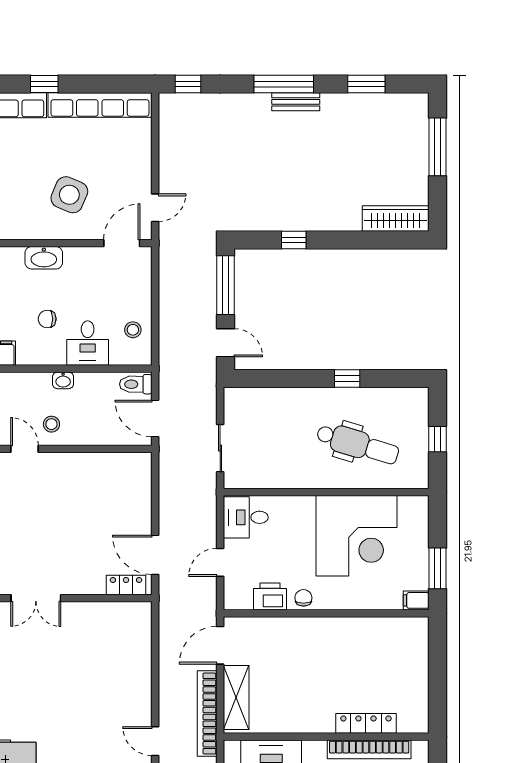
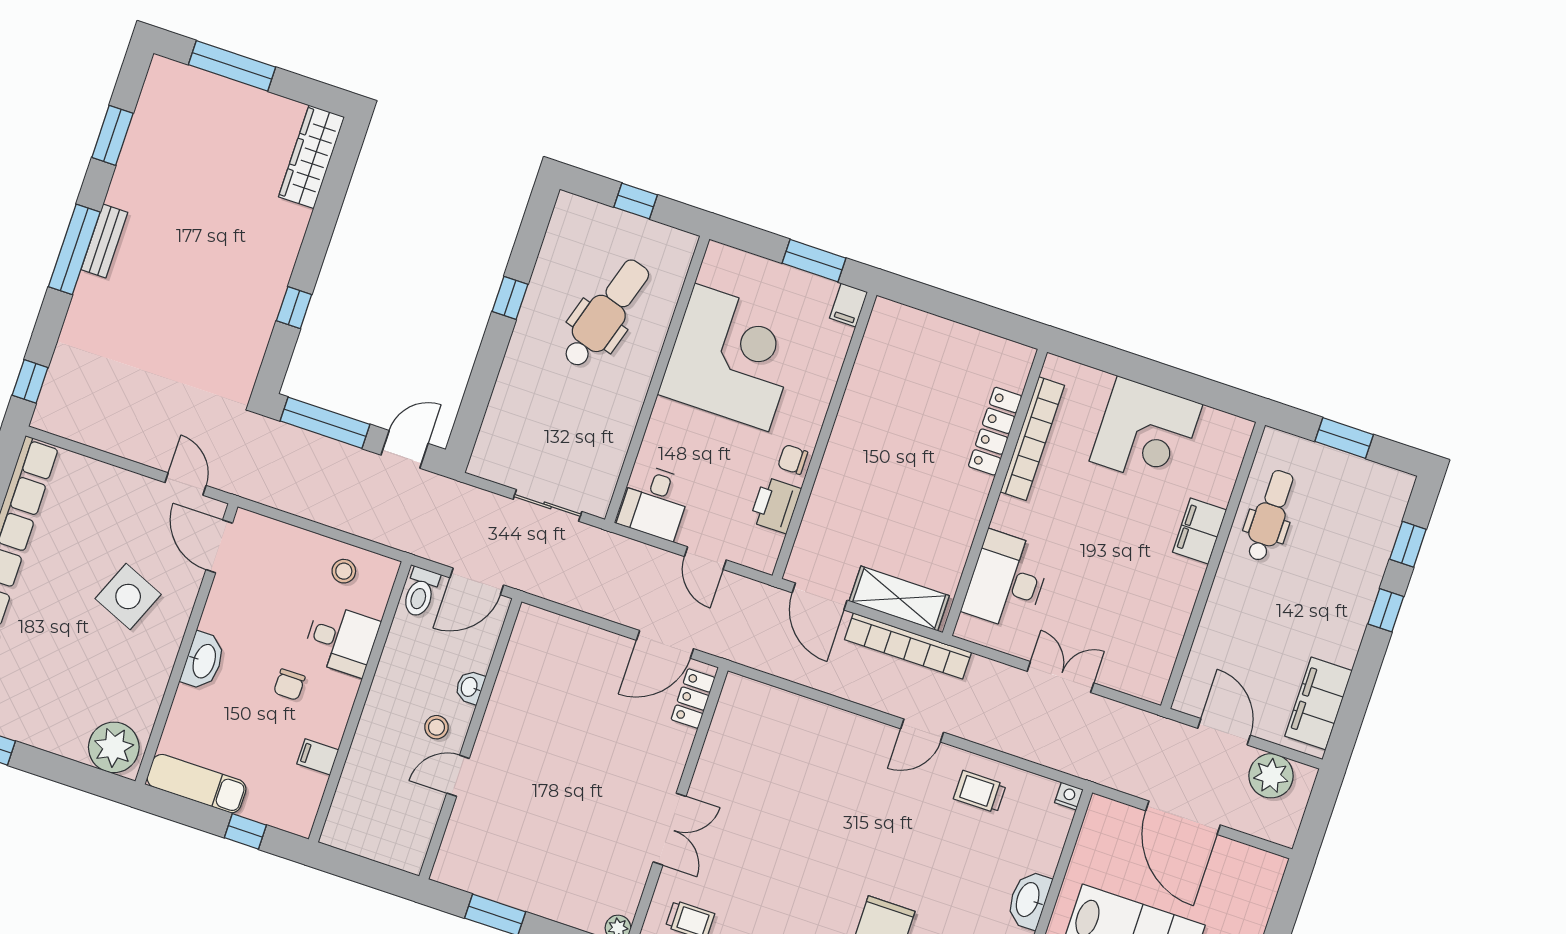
washbasin: (63, 380) -> (470, 687), moved, turned 180

